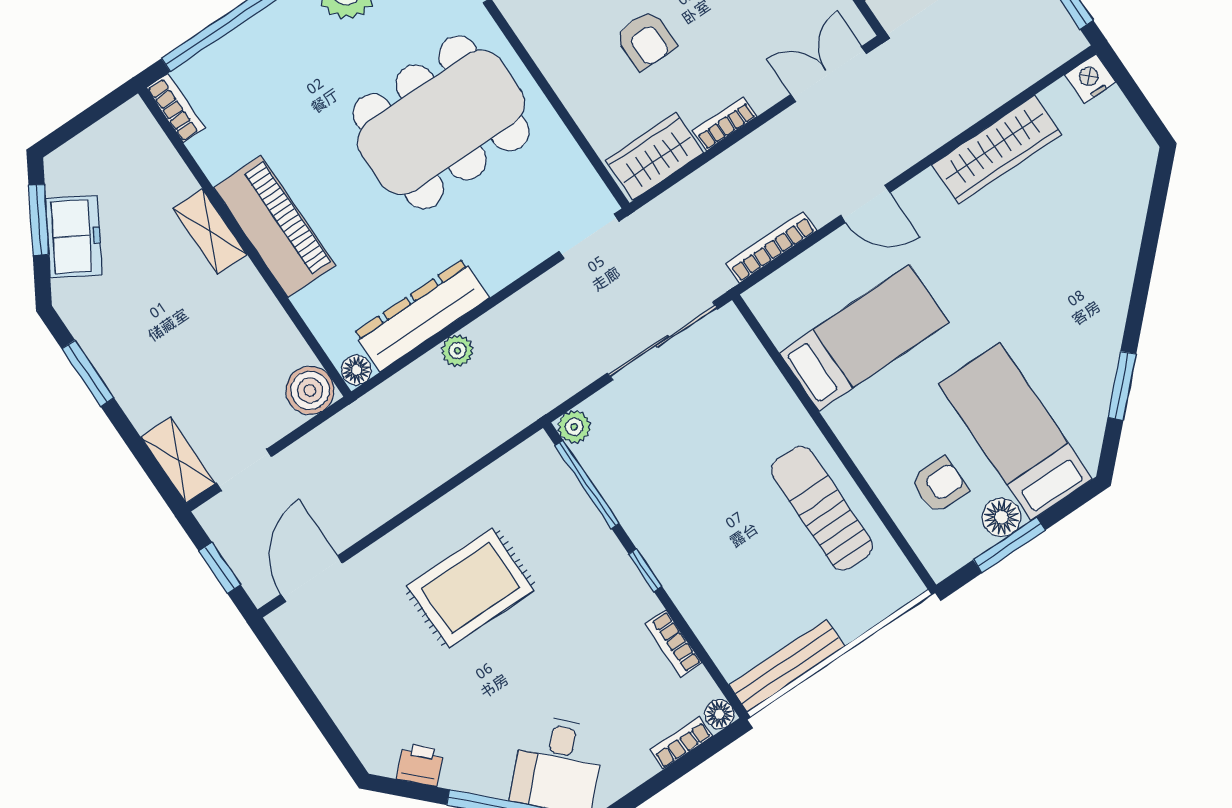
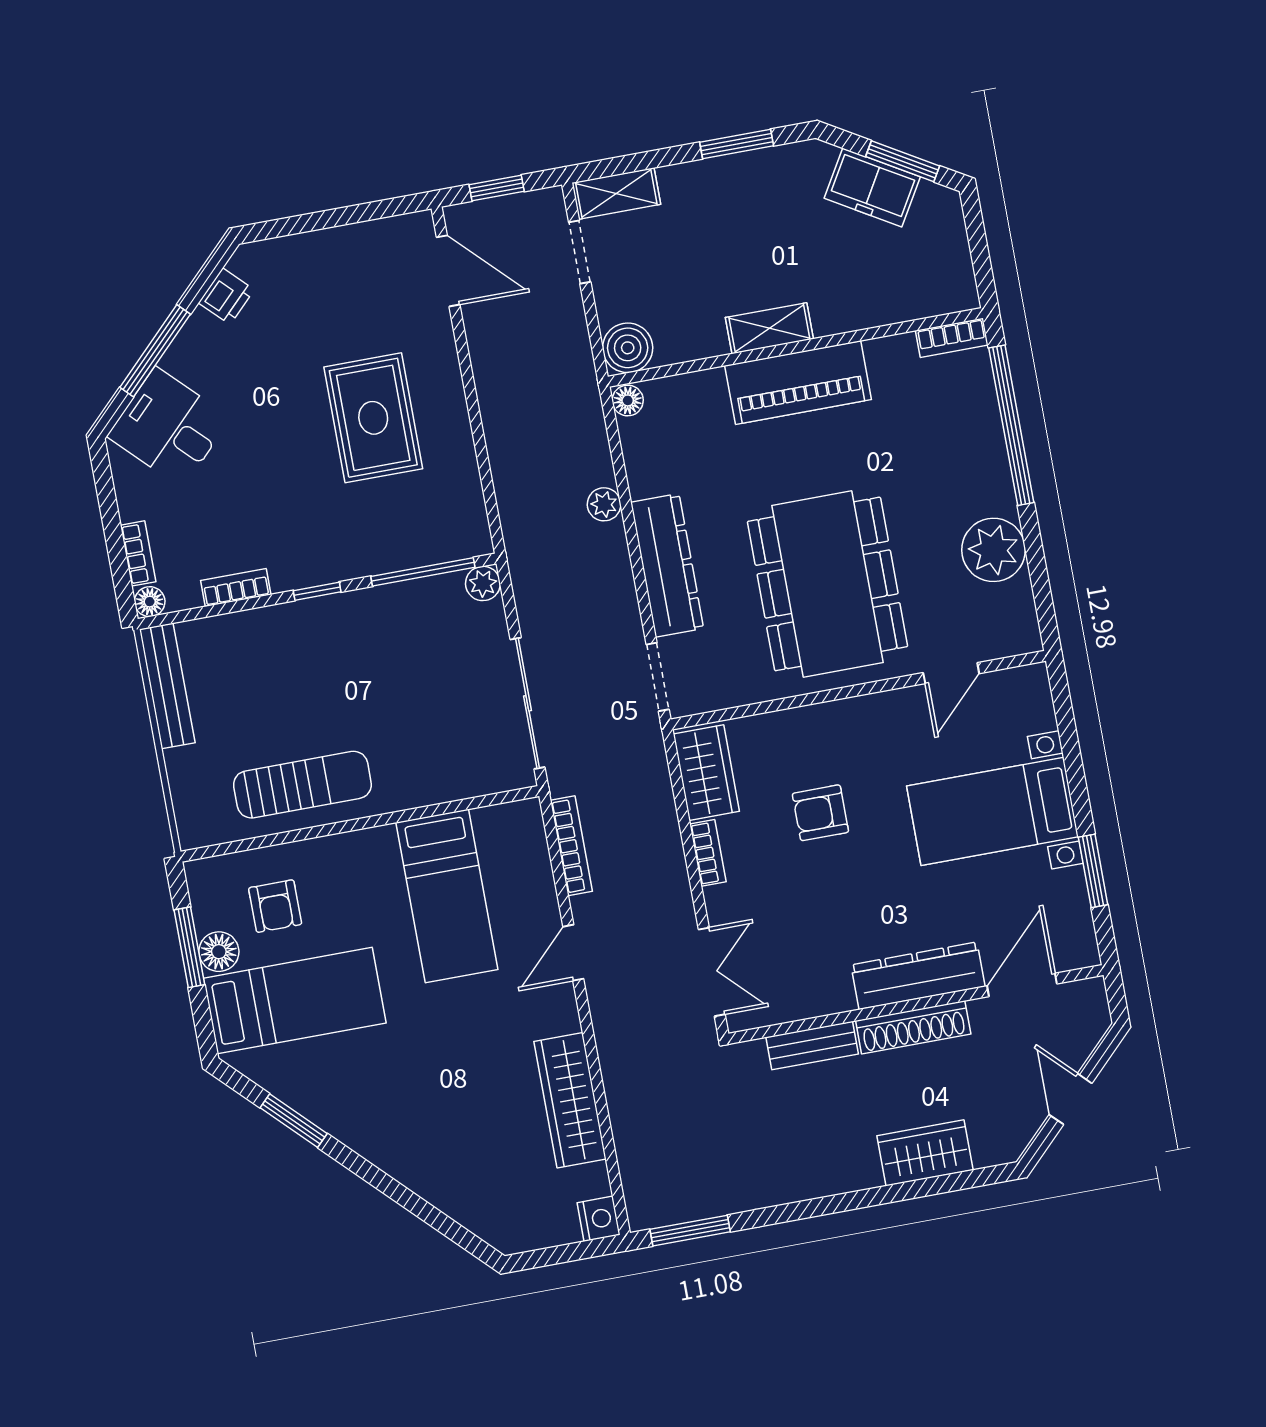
shelving: (210, 232) -> (769, 328), moved
dresser: (421, 315) -> (667, 565), moved

